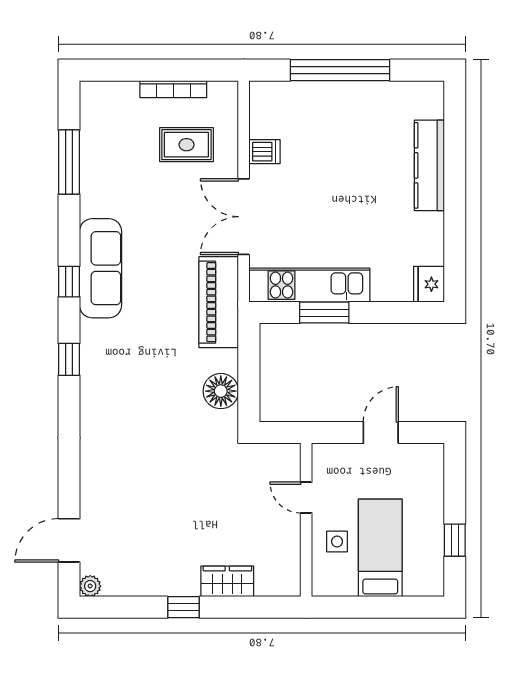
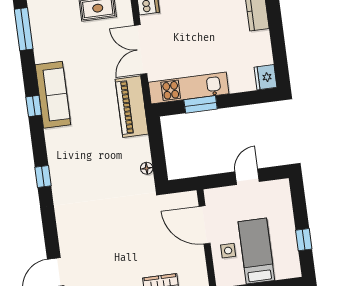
window: (69, 359) -> (43, 177), moved
floor lamp: (221, 391) -> (147, 168), width x0.53, depth x0.53
door: (306, 498) -> (205, 225), width x1.87

